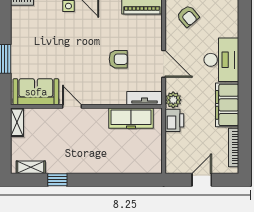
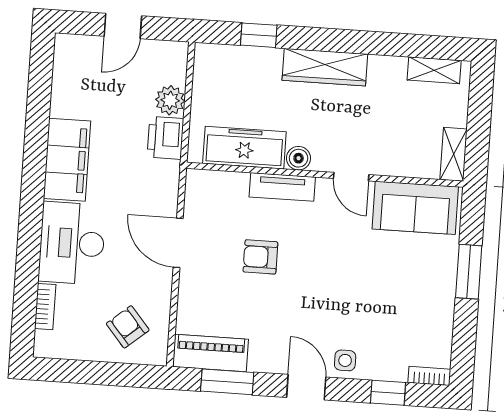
tv unit: (144, 98) -> (282, 187), moved
plant: (173, 100) -> (170, 100), moved
boiler: (101, 114) -> (299, 158), added
bookcase: (234, 148) -> (45, 307), moved, width x0.64
wardrobe: (90, 165) -> (325, 67), added
window: (57, 180) -> (259, 35), moved

